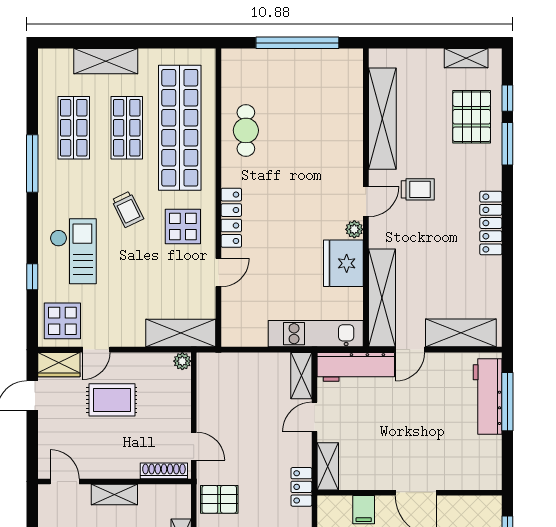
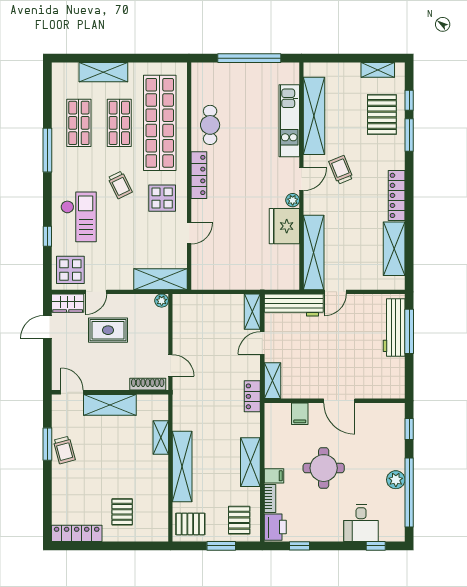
trolley: (418, 189) -> (341, 170), turned -112
locker: (231, 218) -> (199, 175), moved
shelving: (461, 333) -> (394, 249), moved, turned 90
kitchen unit: (316, 334) -> (289, 121), moved, turned -90
shelving: (114, 495) -> (110, 405), width x1.50, depth x1.33
pallet: (219, 499) -> (190, 406), removed

